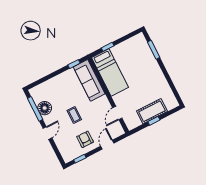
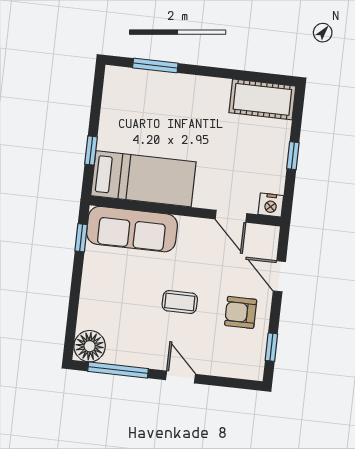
floor lamp: (45, 108) -> (90, 346), moved
cot: (152, 111) -> (262, 99), moved, turned 90
nightstand: (131, 125) -> (271, 205), added

